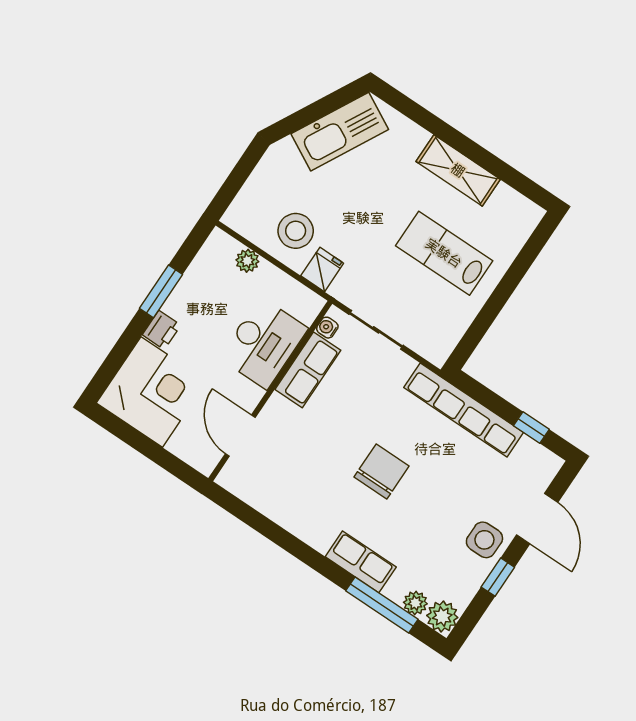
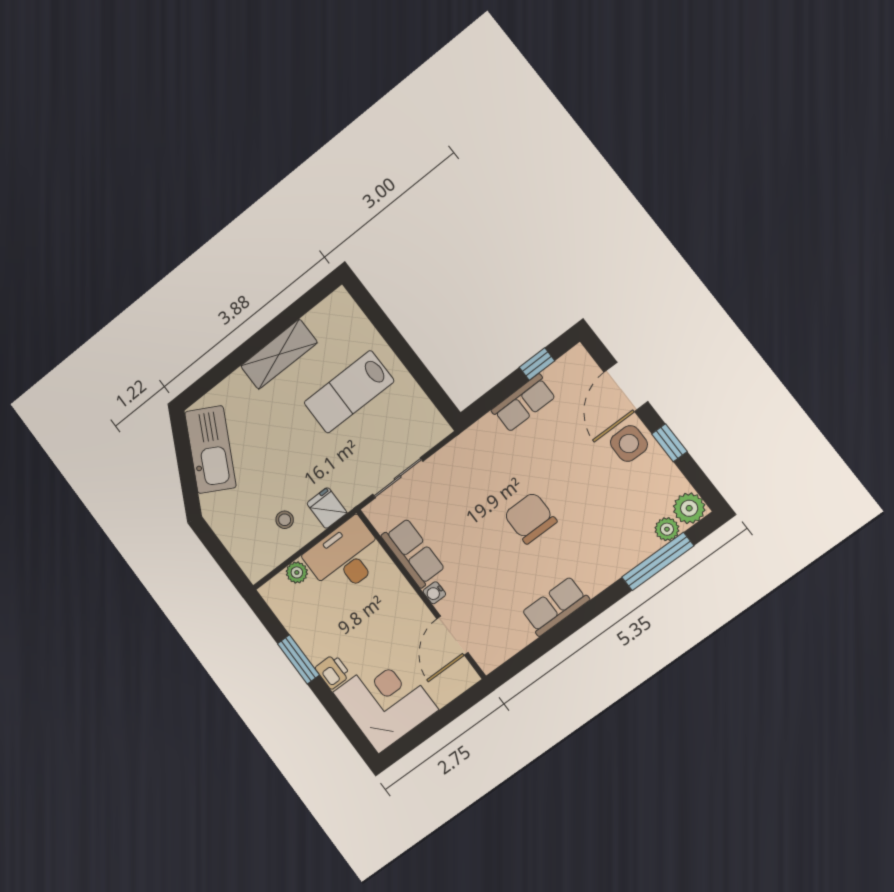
stool: (296, 231) -> (285, 520), width x0.53, depth x0.53
water cooler: (327, 328) -> (434, 593), moved
desk: (264, 343) -> (345, 557), moved, turned -90
row of seats: (464, 410) -> (524, 403), width x0.50
door: (240, 436) -> (452, 636), hinge flipped
door: (537, 519) -> (626, 387), swing flipped
row of seats: (361, 562) -> (555, 606), moved

